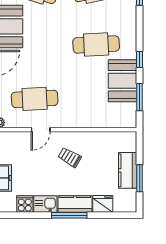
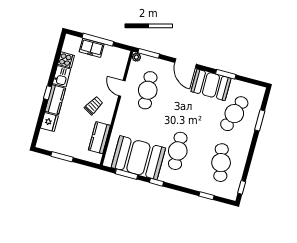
booth: (122, 81) -> (138, 158), width x1.36, depth x1.42
kitchen counter: (128, 170) -> (99, 138), moved, turned -90
window: (69, 215) -> (48, 93), width x0.46

